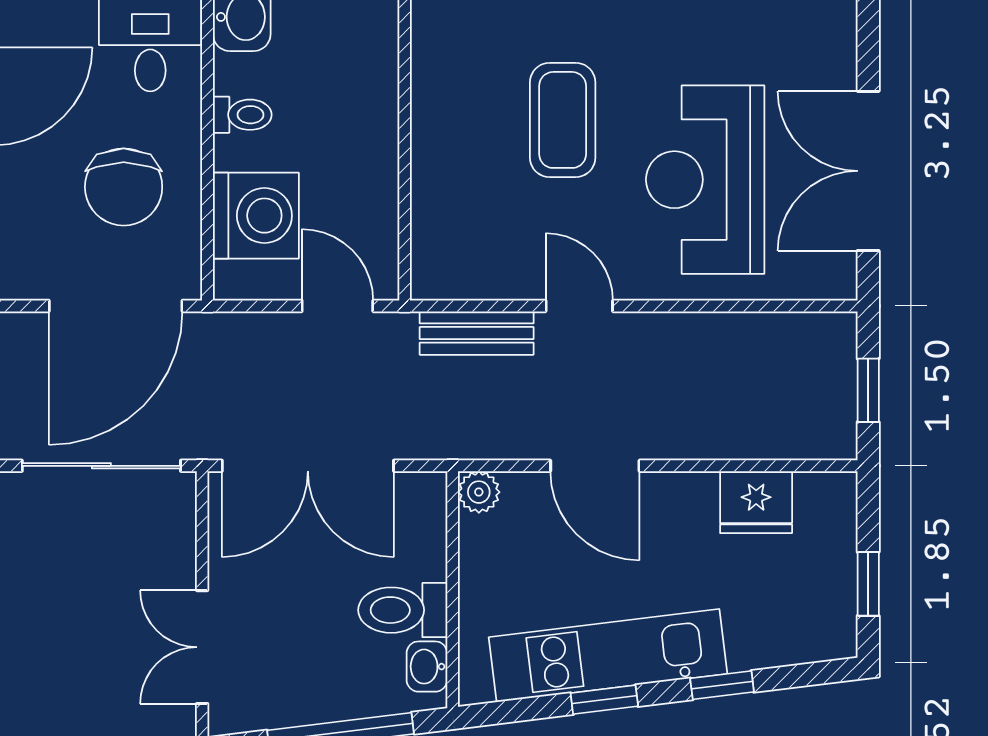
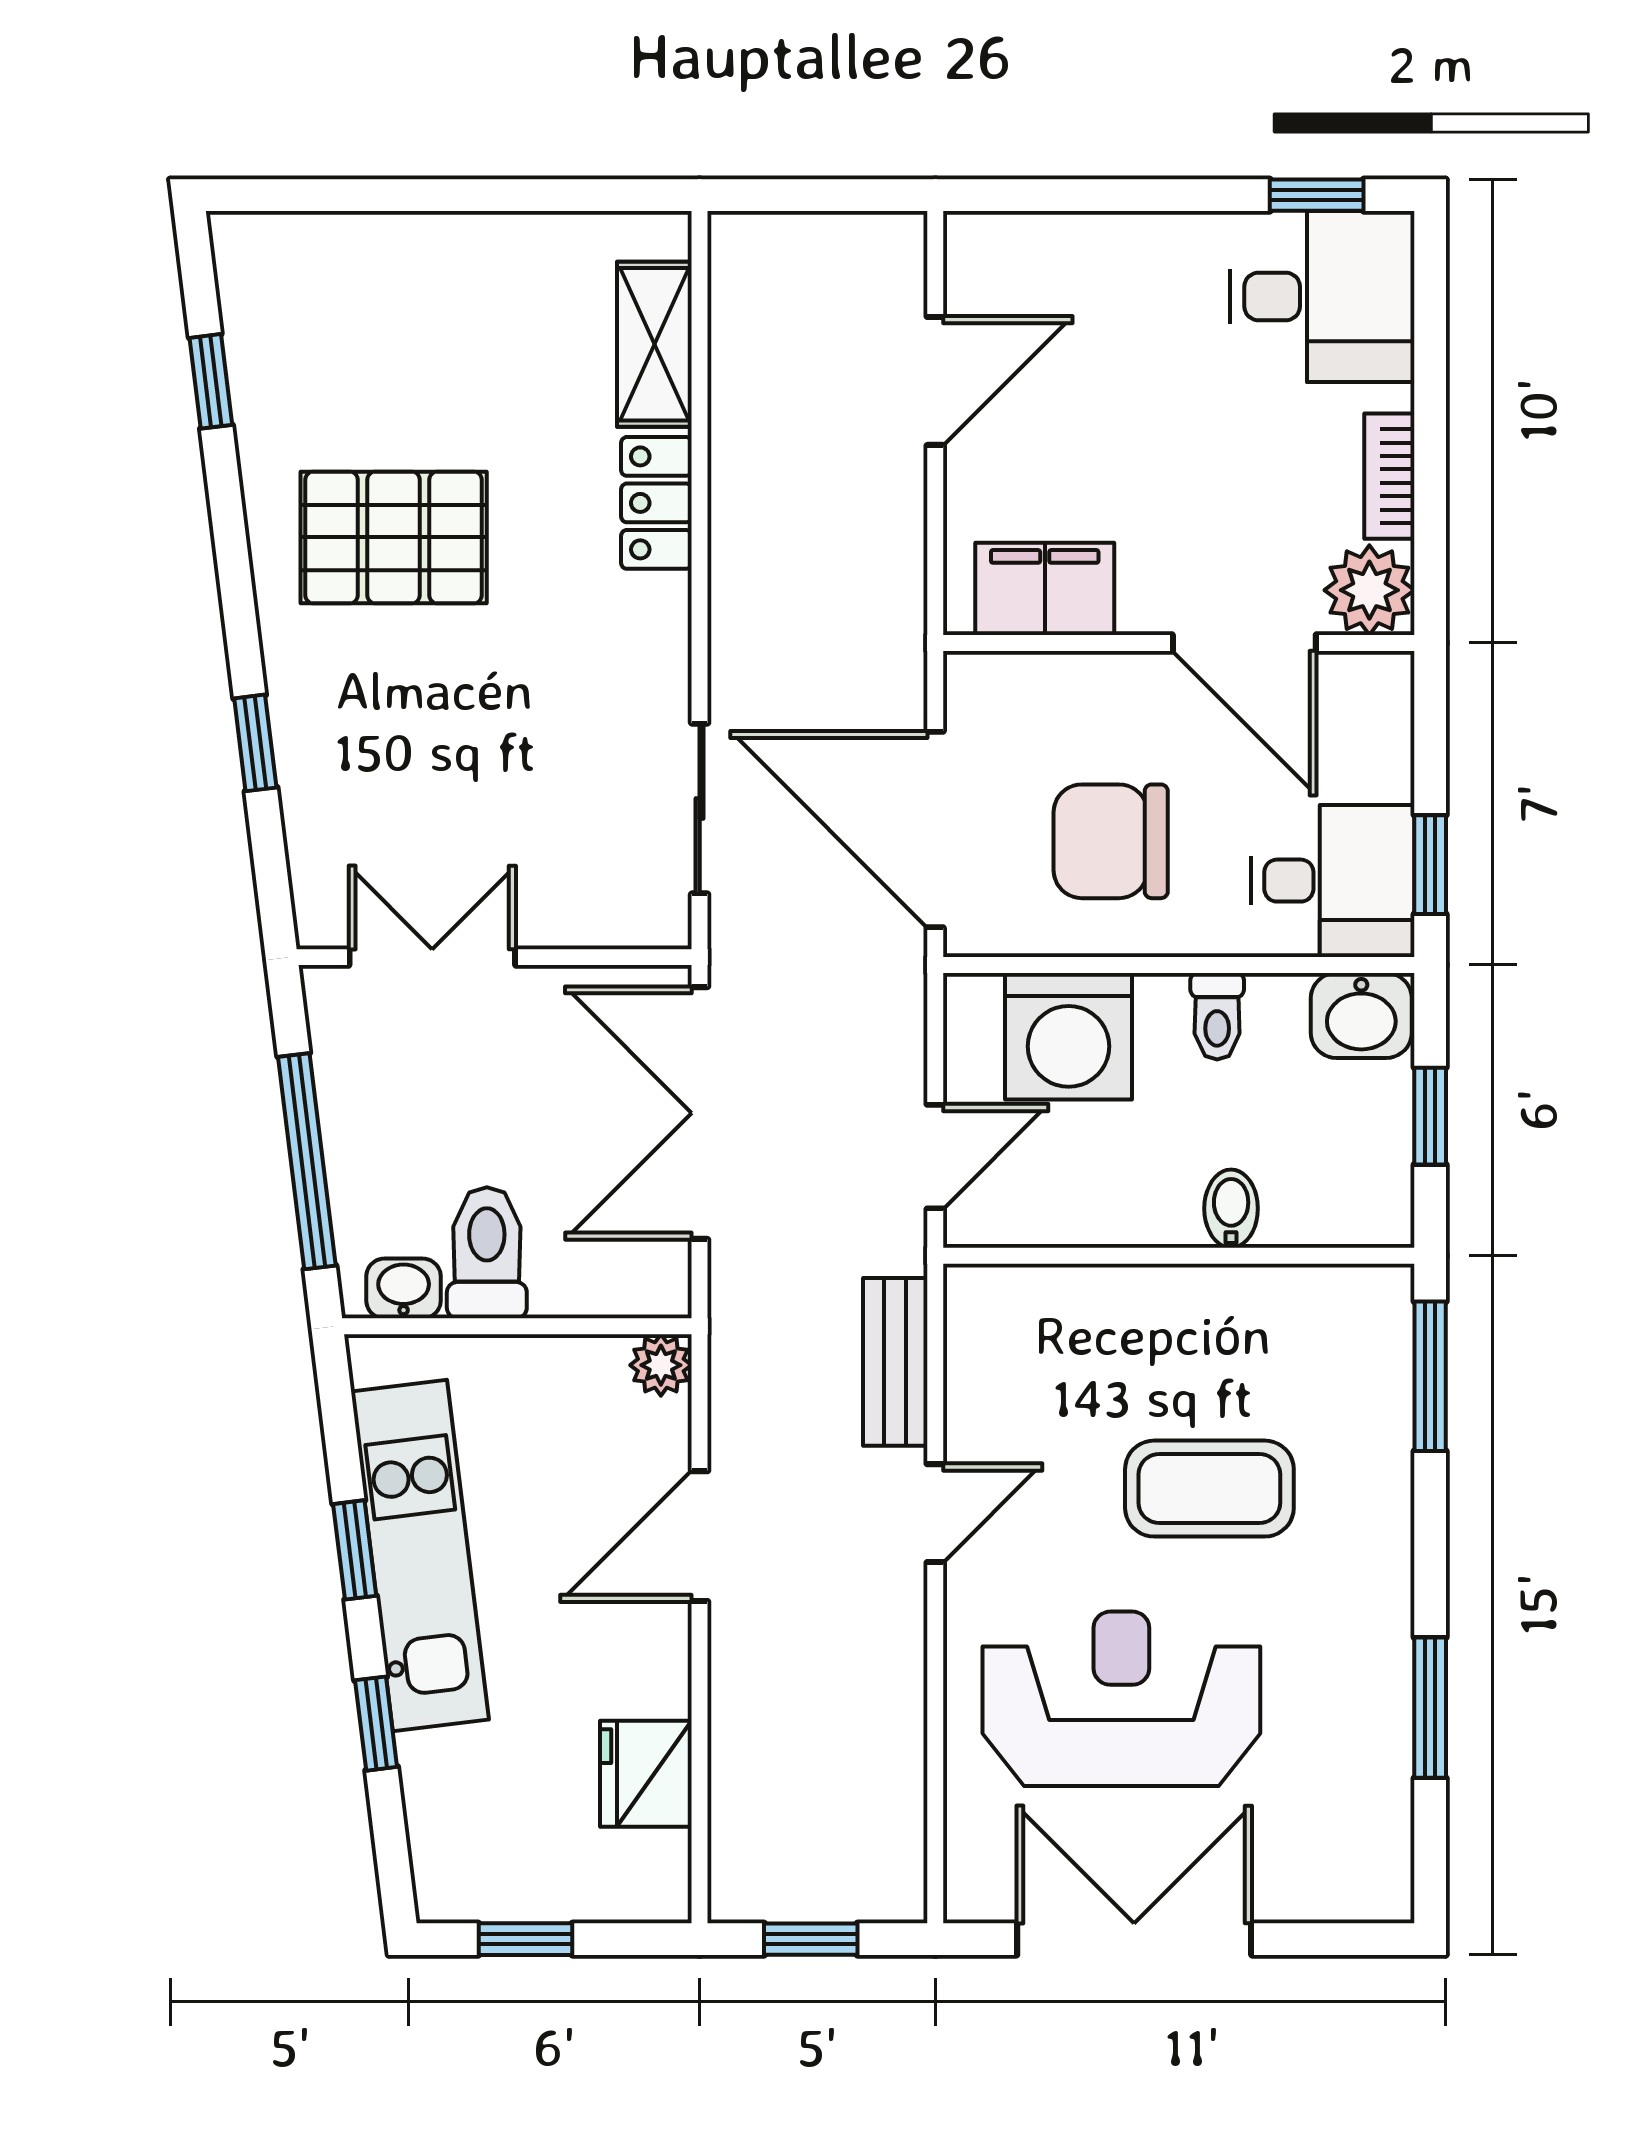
bidet: (373, 105) -> (1231, 1209), added
sliding door: (101, 466) -> (700, 808), width x0.73

